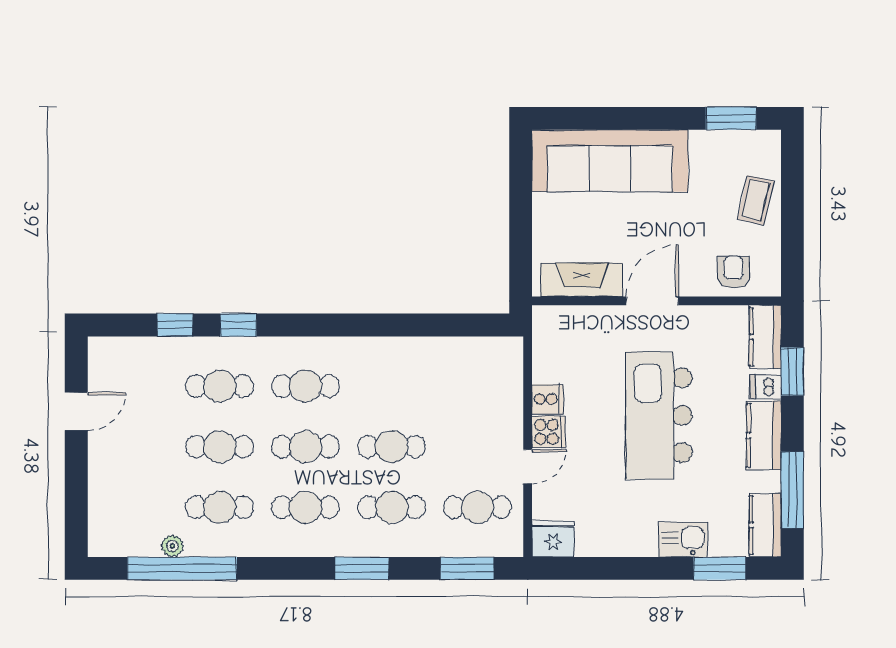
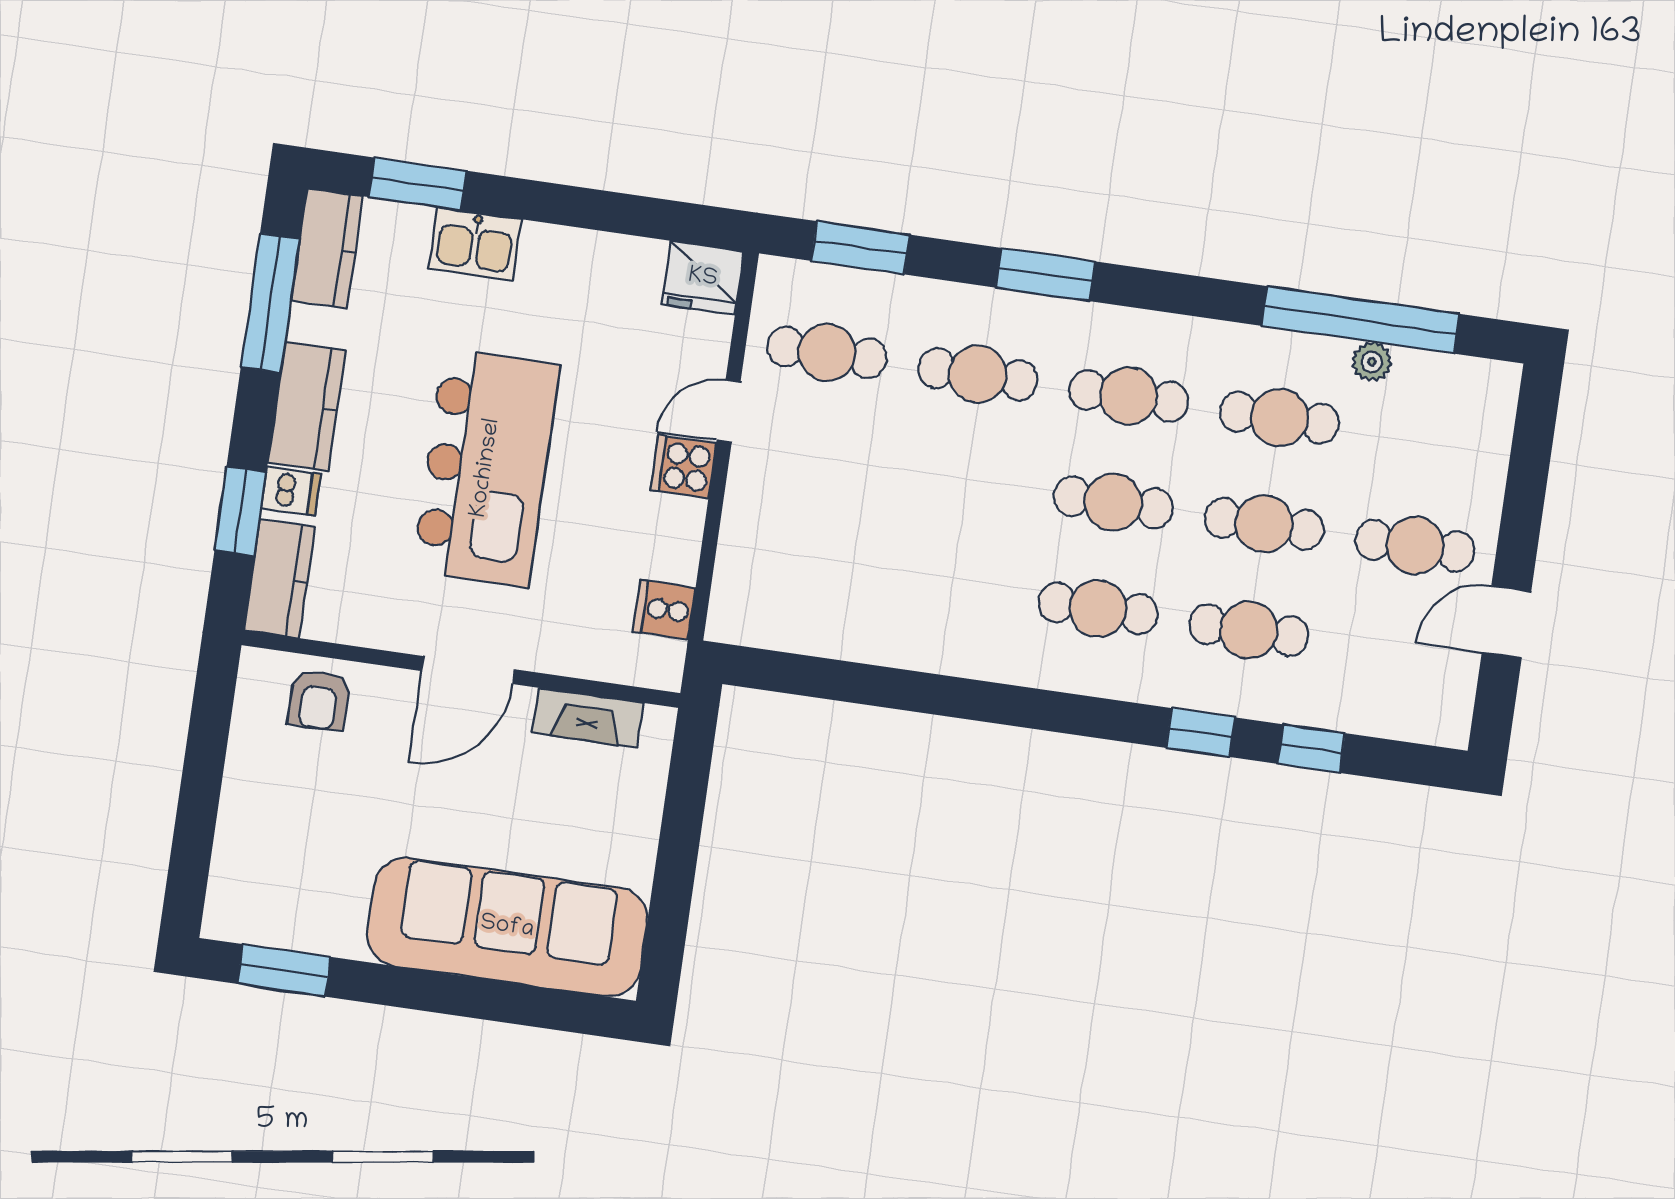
coffee table: (756, 200) -> (262, 821), removed
fireplace: (582, 280) -> (588, 718), width x0.73, depth x0.76
cooker: (548, 399) -> (664, 610), moved
cafe table: (392, 447) -> (1415, 546), moved

